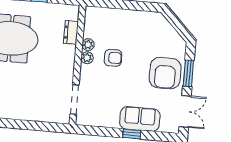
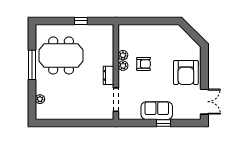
dresser: (71, 33) -> (108, 75), moved
window: (188, 73) -> (204, 71), removed
sofa: (140, 119) -> (157, 111), moved

